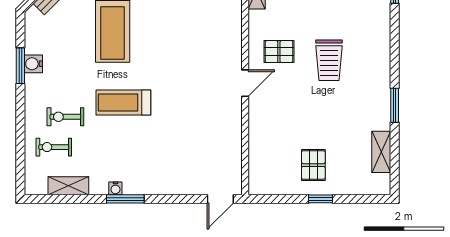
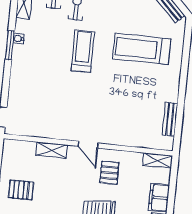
shelving: (257, 130) -> (52, 150), added

